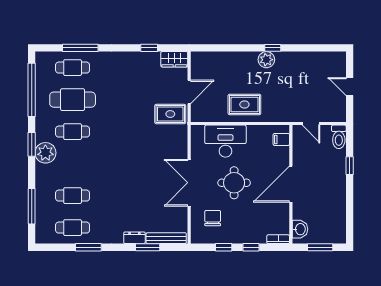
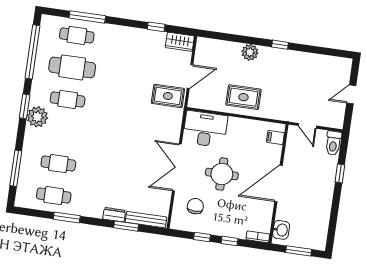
plant: (266, 60) -> (250, 52), moved
door: (350, 87) -> (351, 94), hinge flipped
desk: (225, 141) -> (205, 129), moved

